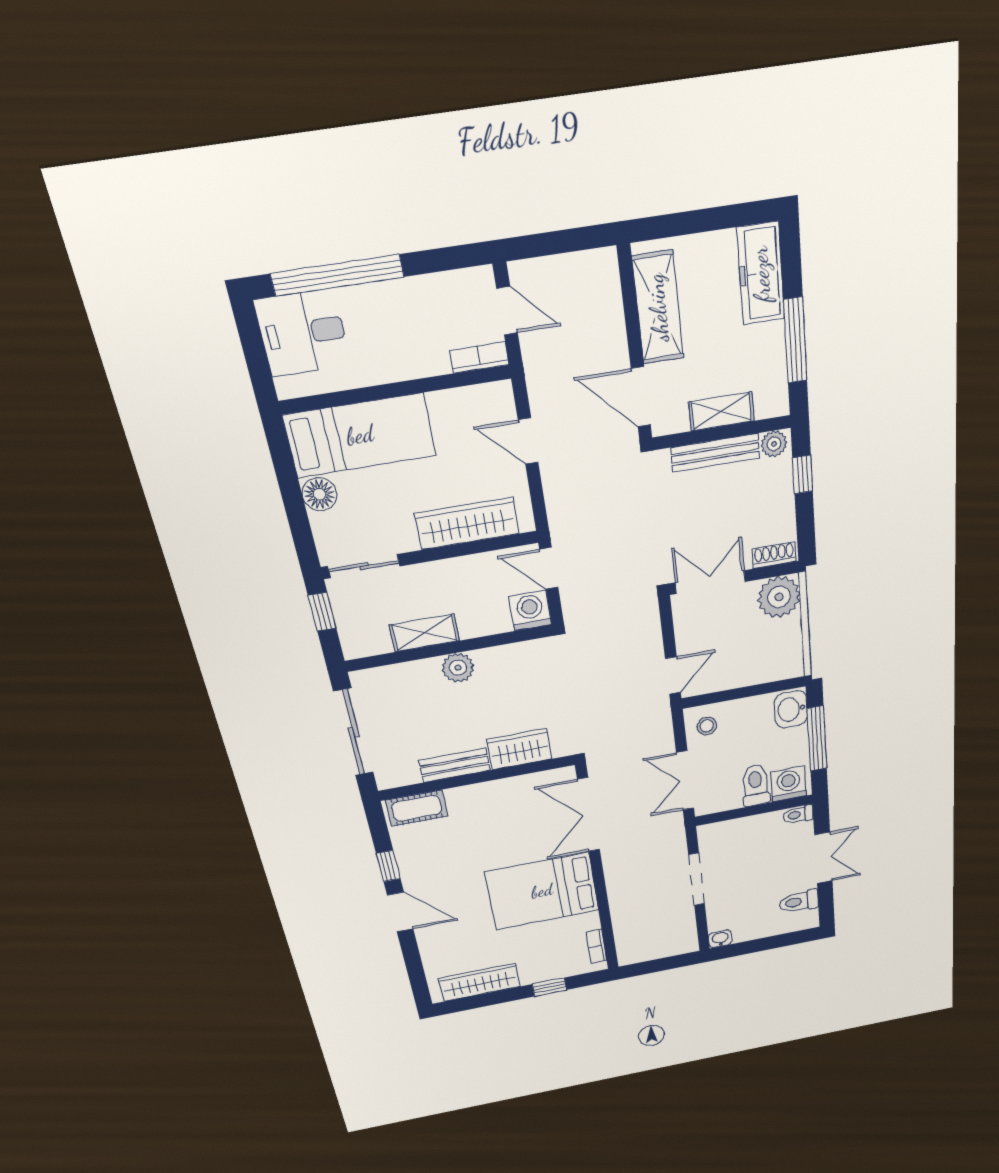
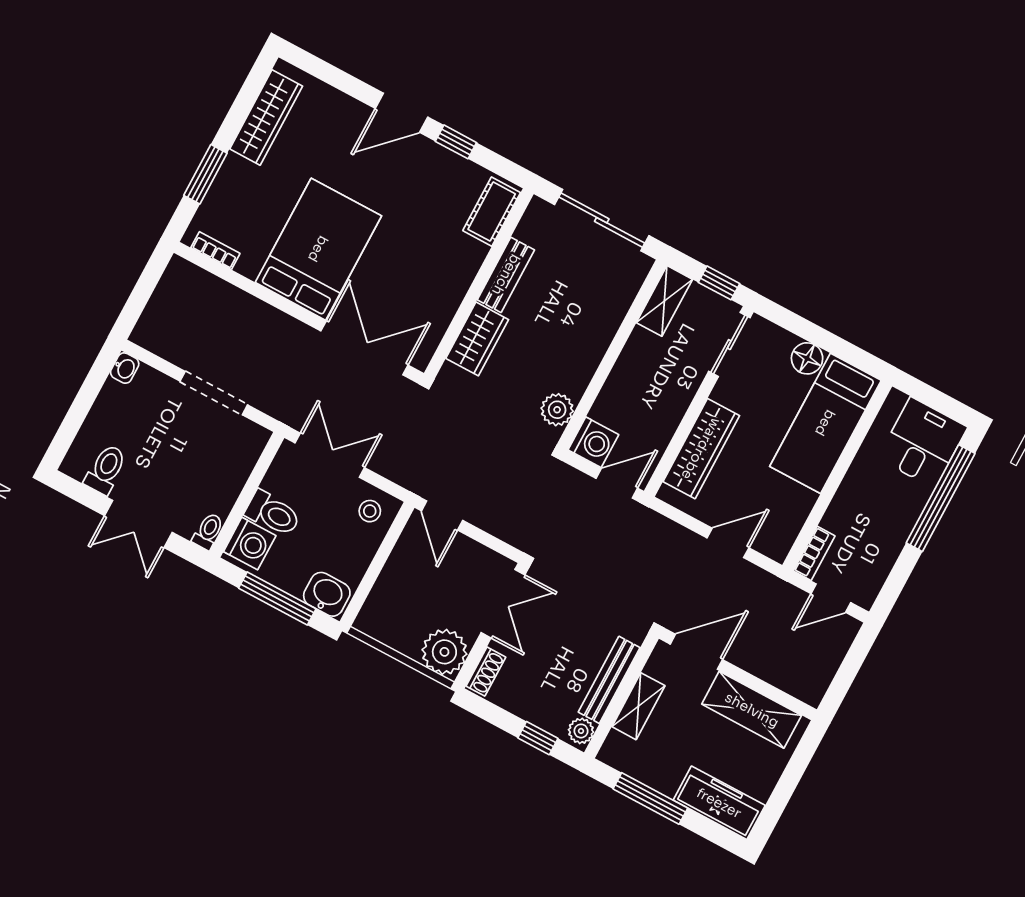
shelving: (425, 633) -> (664, 301), moved
plant: (458, 668) -> (557, 410), moved
window: (550, 987) -> (205, 174), width x1.50

